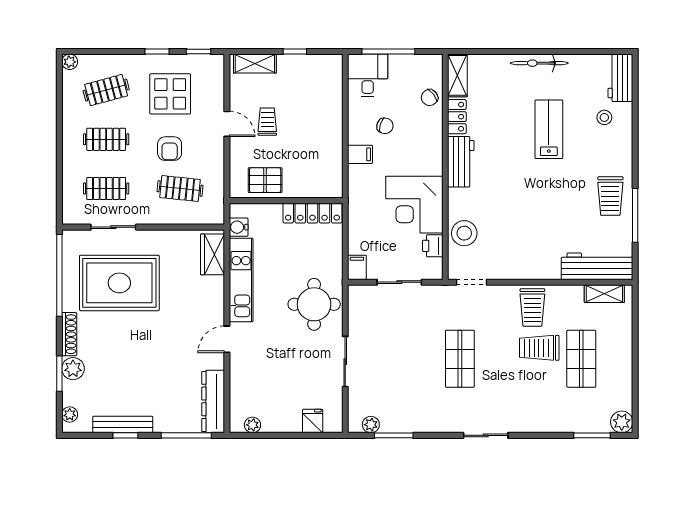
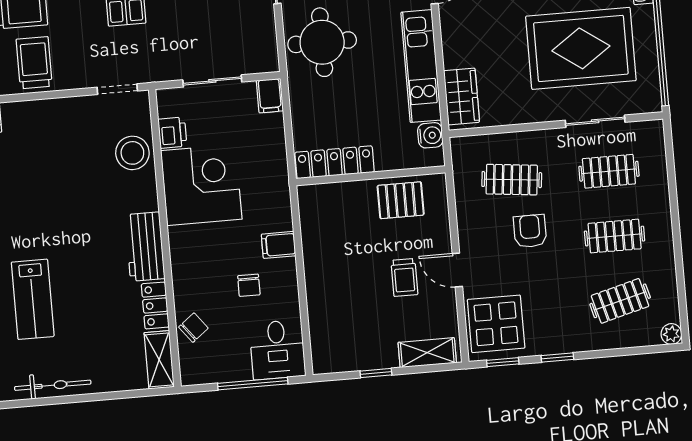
display table: (170, 94) -> (496, 324), moved
chair: (385, 126) -> (249, 285), turned -108

